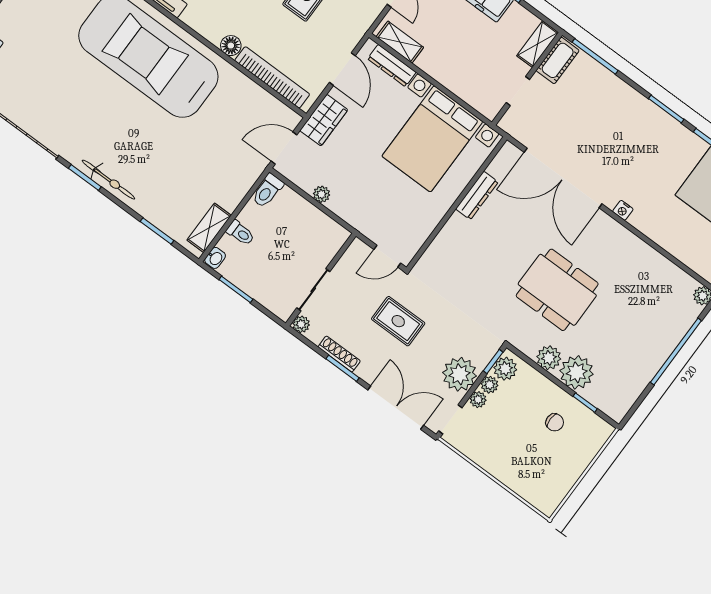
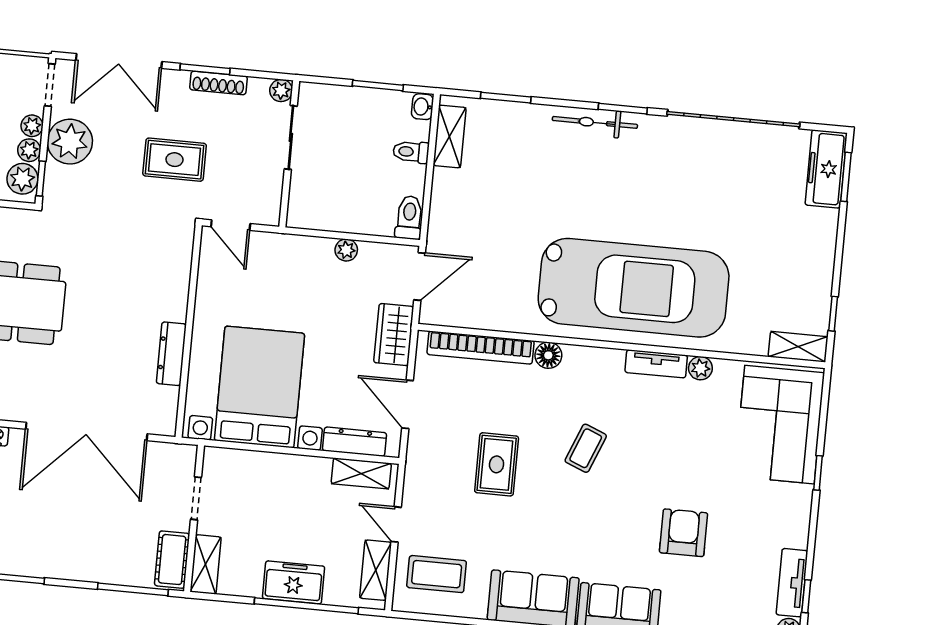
double door: (563, 178) -> (86, 432), swing flipped
door: (387, 256) -> (231, 225), swing flipped

